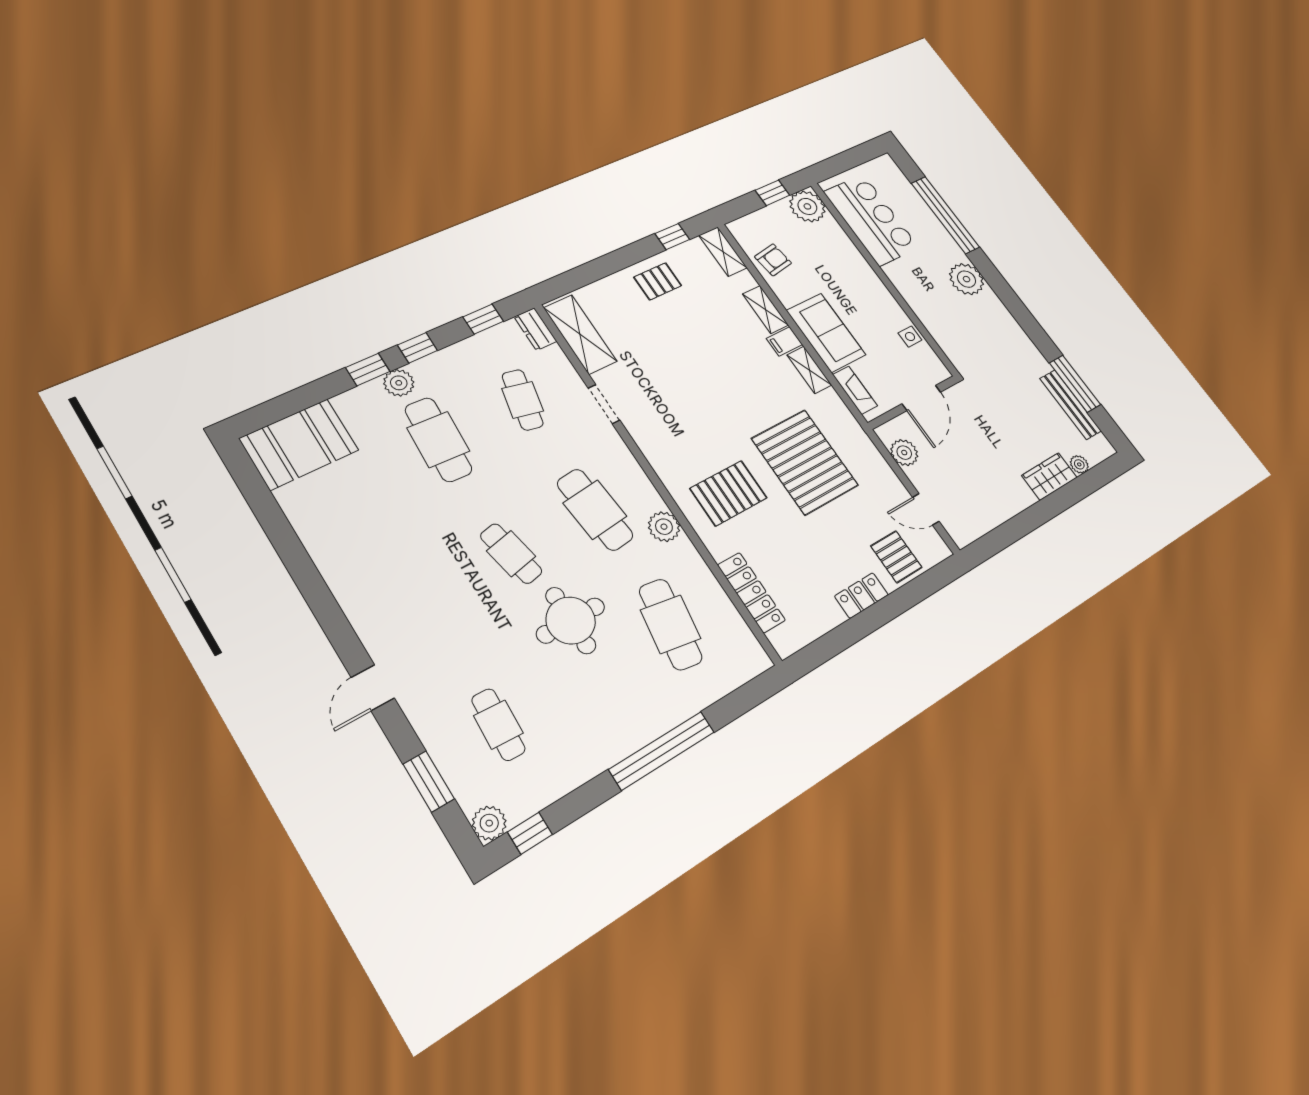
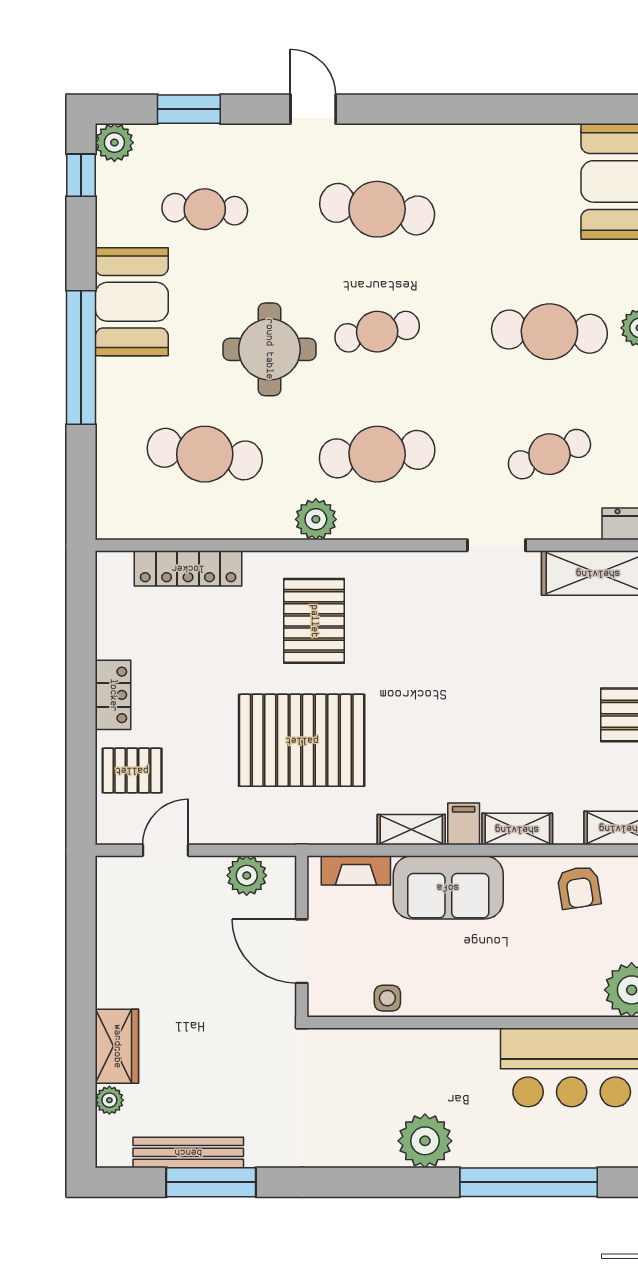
cafe table: (523, 400) -> (549, 454), turned -33
cafe table: (422, 600) -> (377, 209), added
booth: (599, 738) -> (132, 302), added

